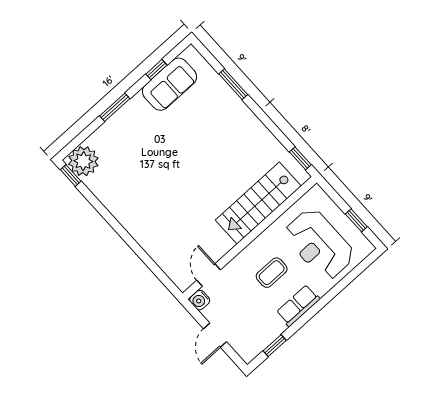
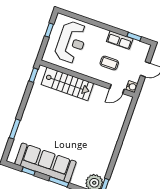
sofa: (169, 84) -> (46, 163), width x1.85, depth x1.27
coffee table: (272, 273) -> (109, 63), moved
row of seats: (298, 306) -> (120, 40), moved

